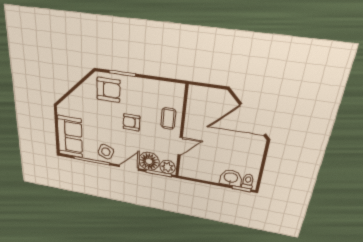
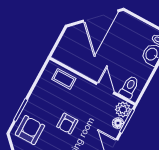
coffee table: (168, 118) -> (64, 79), moved
floor lamp: (149, 161) -> (118, 123), width x0.53, depth x0.53
toilet: (191, 167) -> (129, 87), added

